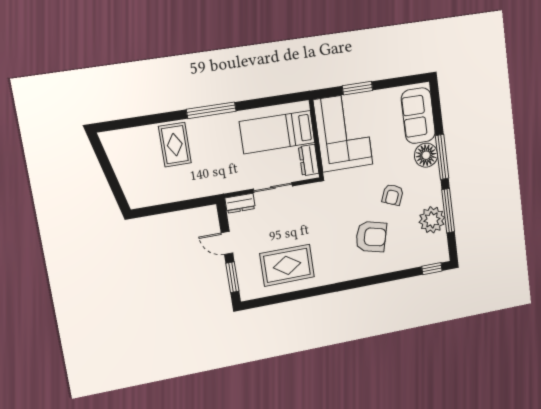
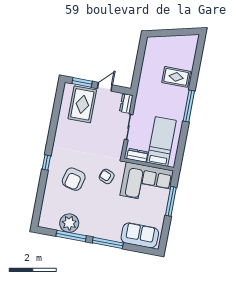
window: (357, 88) -> (171, 201), width x1.44
floor lamp: (426, 155) -> (113, 233), removed
armchair: (393, 195) -> (107, 176), moved
rug: (287, 265) -> (82, 104), moved
window: (432, 269) -> (46, 163), moved

